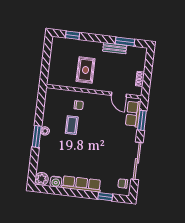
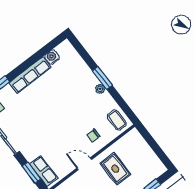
door: (119, 95) -> (84, 164), moved
coffee table: (72, 125) -> (117, 120), moved
plant: (42, 179) -> (66, 48), removed

